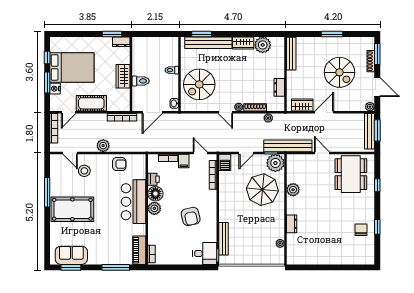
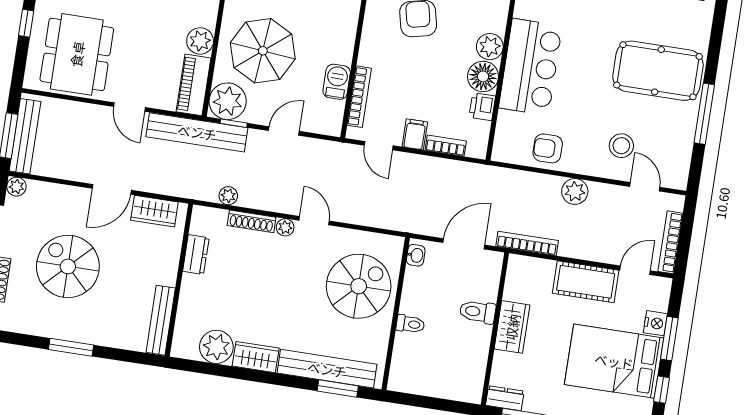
barbecue: (225, 162) -> (337, 82), moved
piano: (293, 168) -> (194, 85), added

